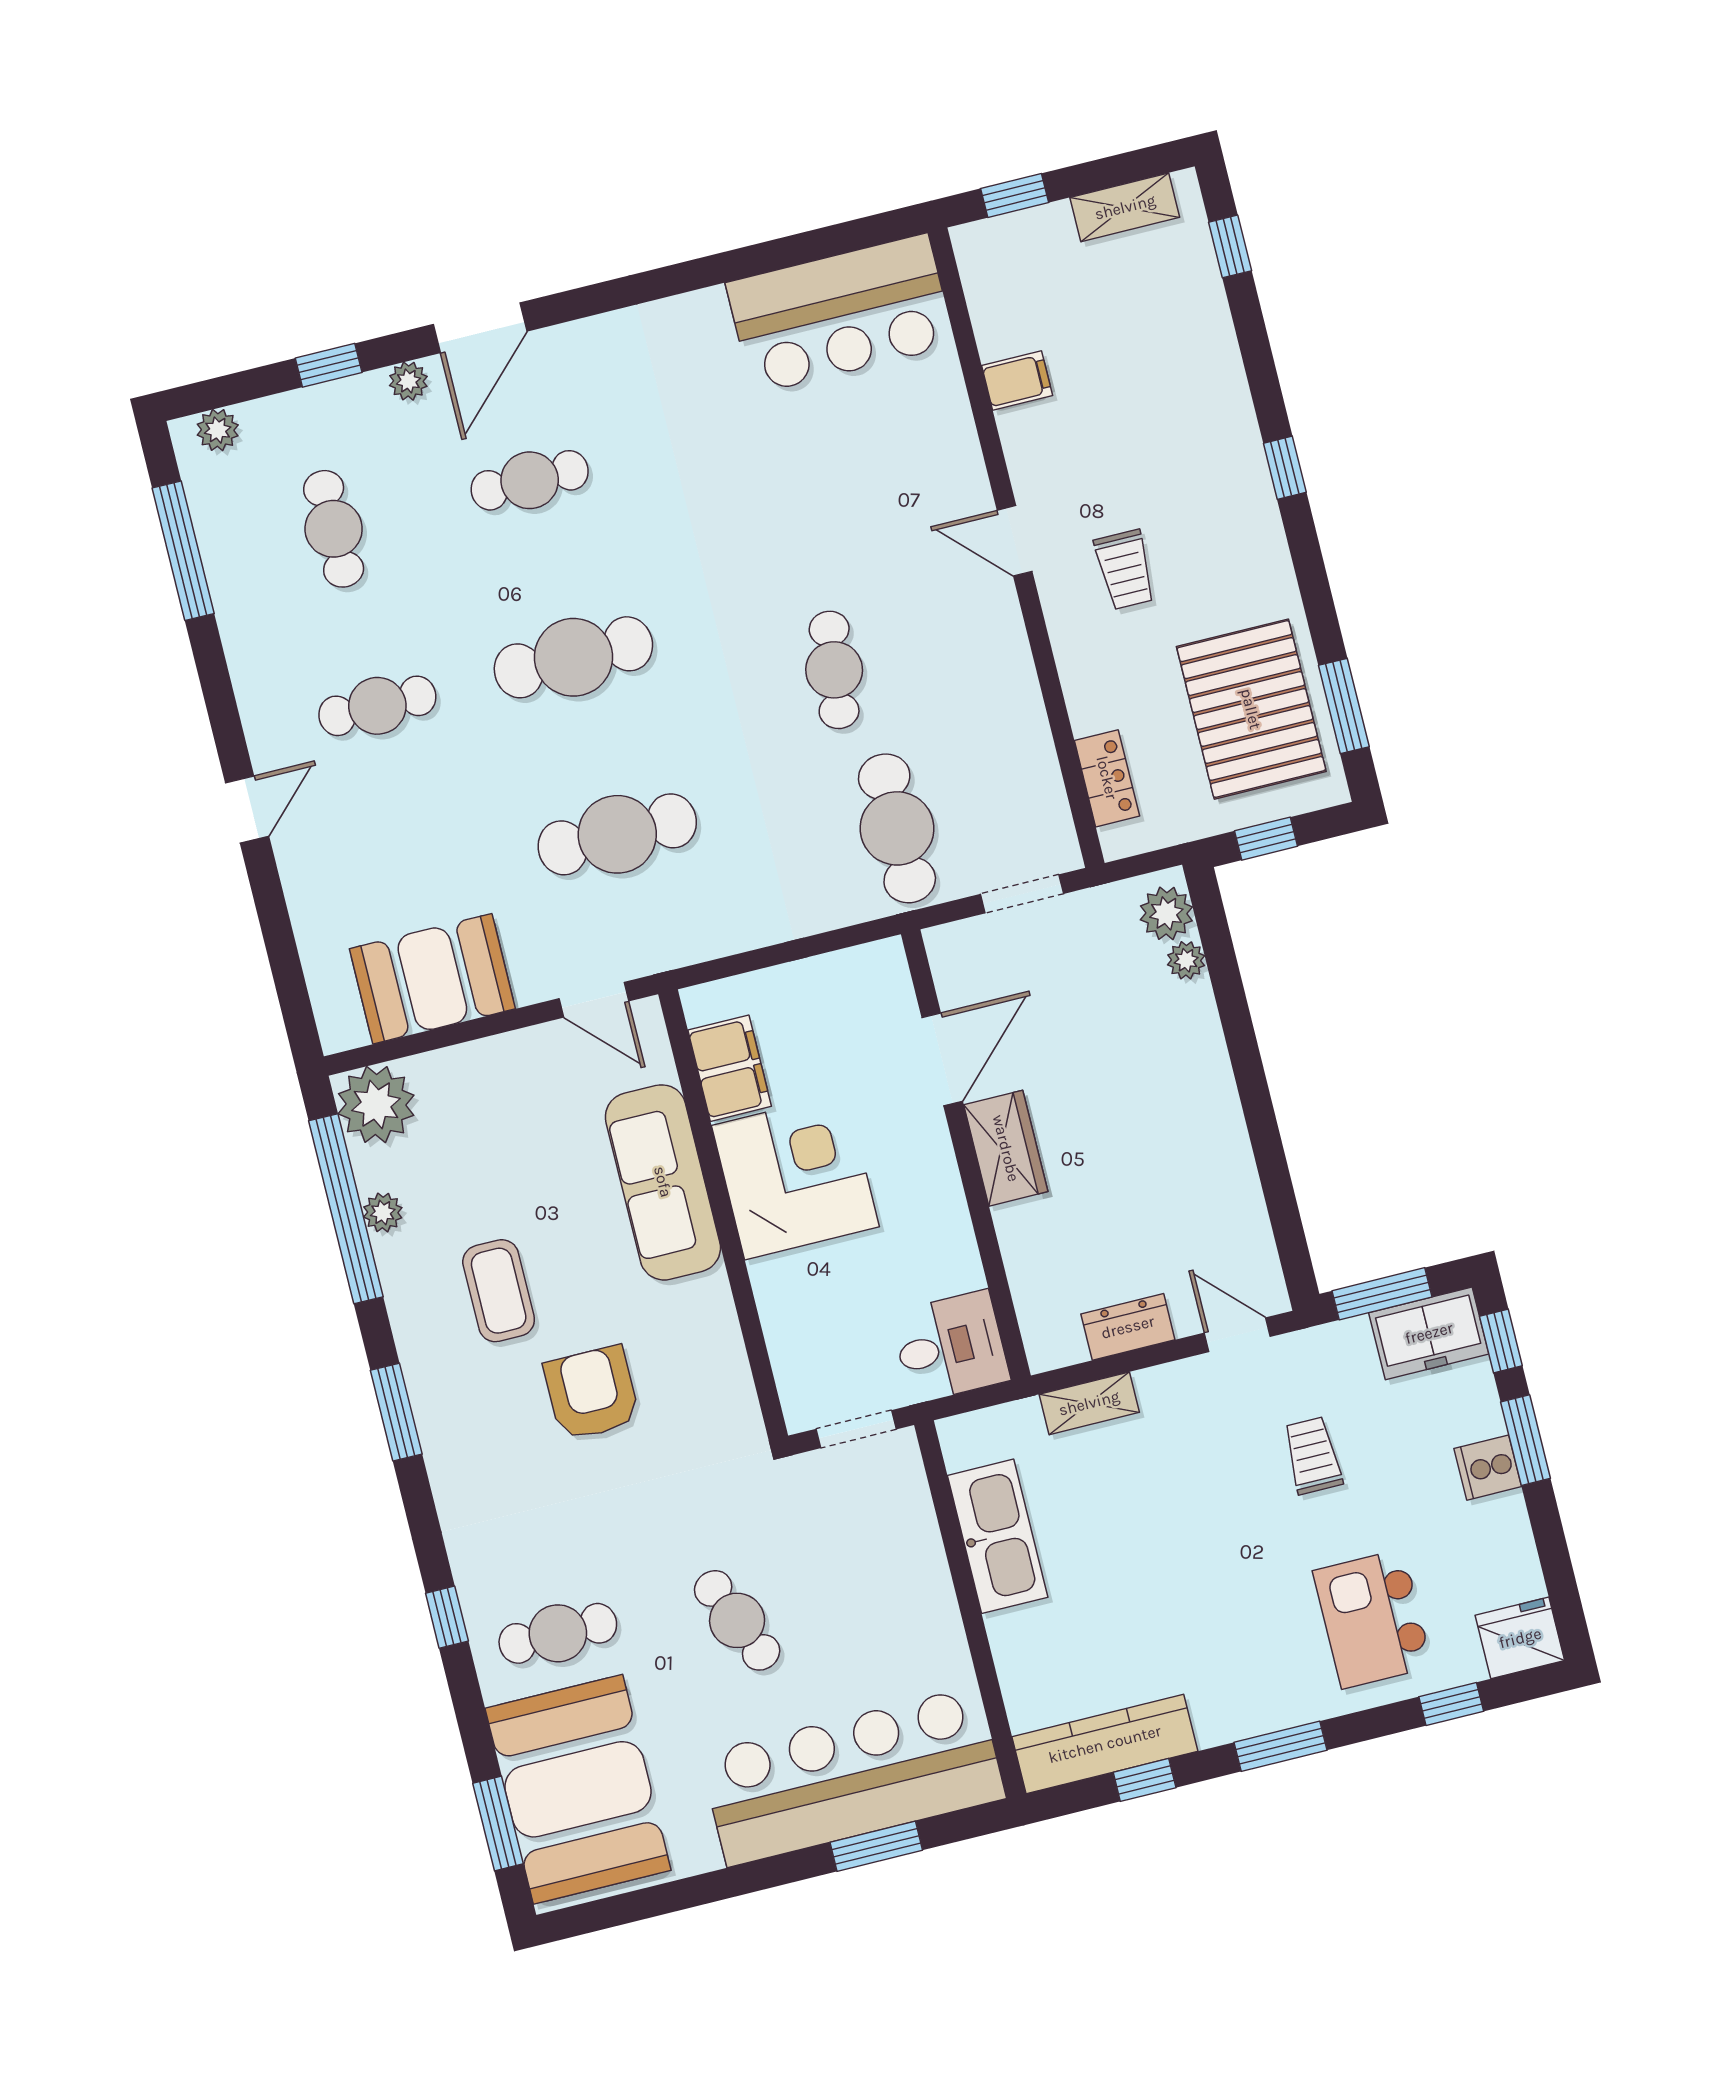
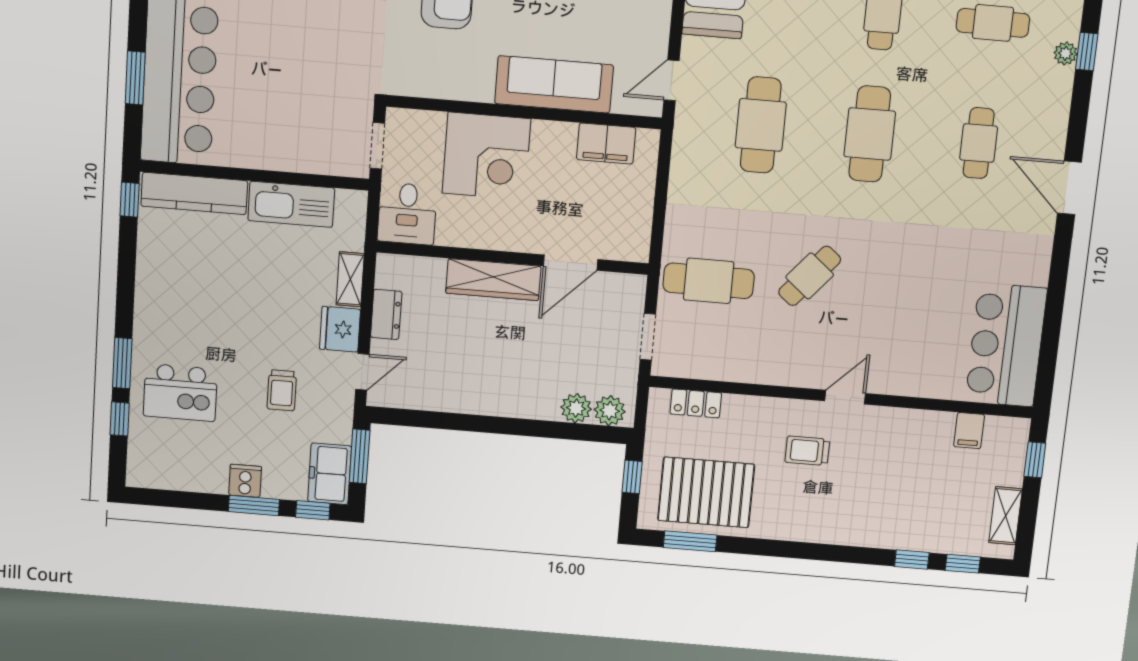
door: (480, 328) -> (1069, 188), moved
plant: (408, 381) -> (1066, 53), moved
filing cabinet: (1017, 381) -> (969, 431), moved
window: (1285, 468) -> (912, 560), moved
cafe table: (834, 670) -> (810, 276), turned -57
plant: (1186, 960) -> (576, 408), width x1.38, depth x1.38
door: (942, 1059) -> (571, 263), hinge flipped
wardrobe: (1006, 1148) -> (493, 280), width x1.50
corner desk: (795, 1176) -> (486, 156), moved
trolley: (1313, 1456) -> (282, 390), turned 90
kitchen island: (1372, 1619) -> (180, 392), turned 180
cafe table: (737, 1620) -> (289, 42), removed
fridge: (1520, 1638) -> (340, 329), moved, turned 180
kitchen counter: (1105, 1744) -> (194, 193), moved, turned 90
window: (1281, 1746) -> (122, 363), moved
window: (1145, 1780) -> (130, 200), moved

